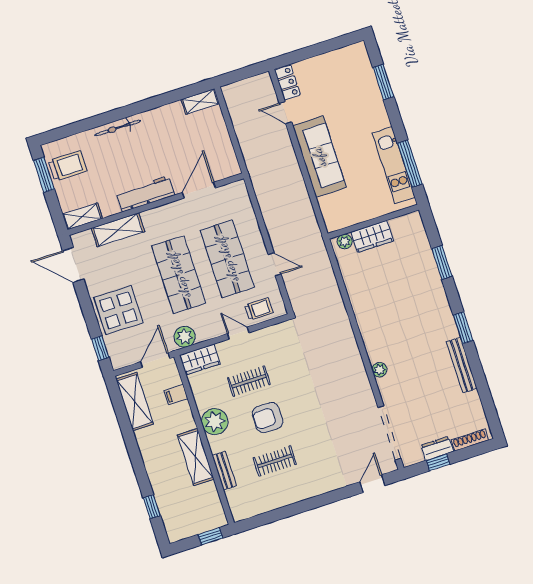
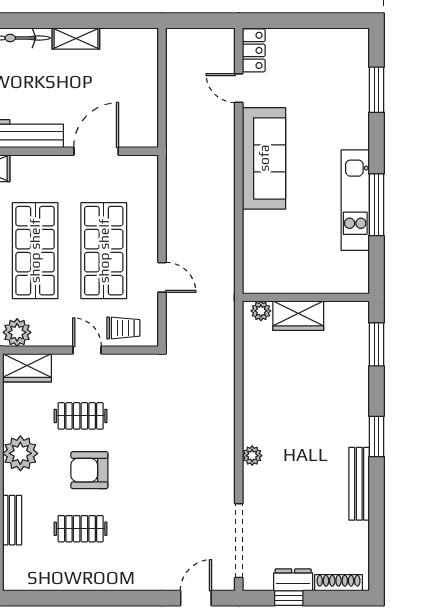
shelving: (200, 101) -> (76, 38), moved
wall: (373, 222) -> (306, 297), moved
wardrobe: (372, 236) -> (298, 316), moved
plant: (345, 242) -> (261, 311), moved

